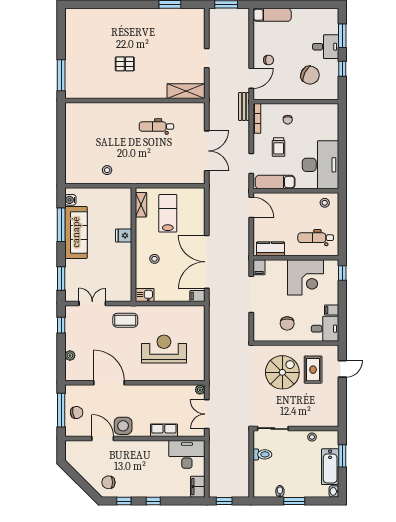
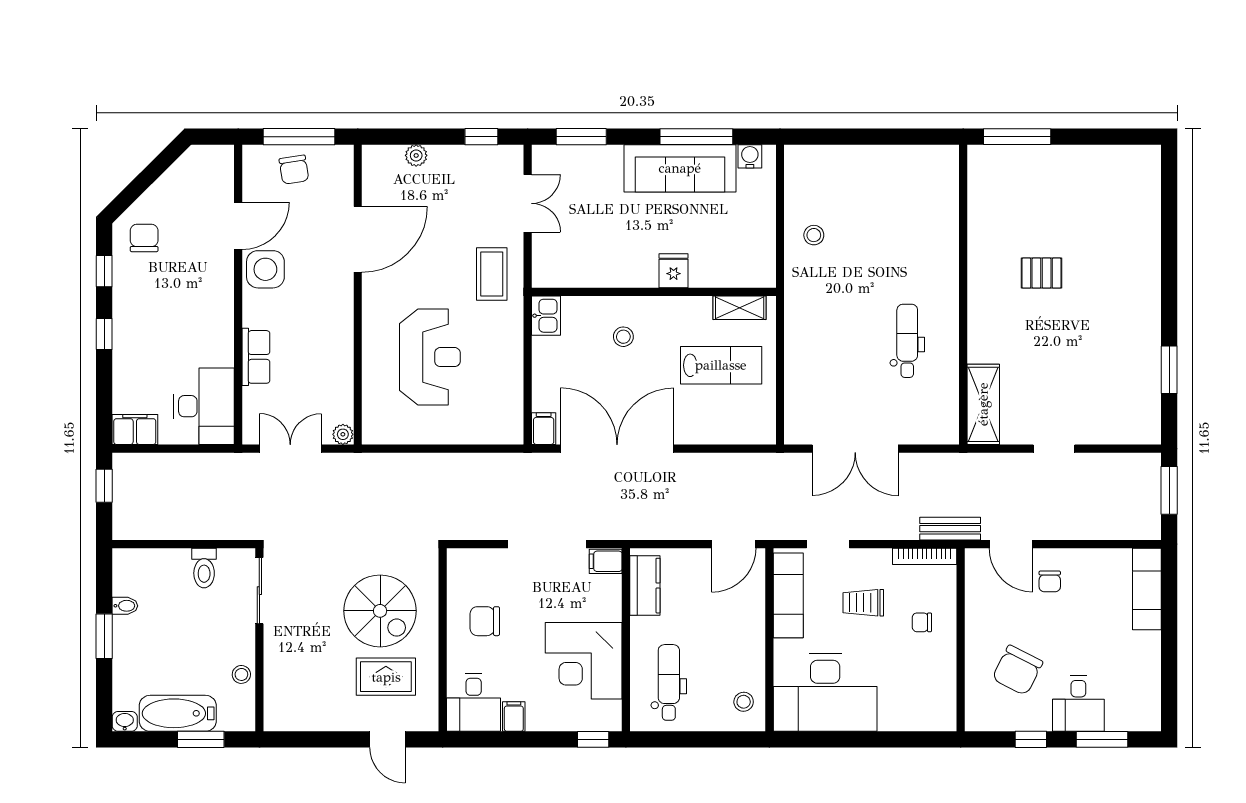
pallet: (125, 64) -> (1041, 273), turned 90

